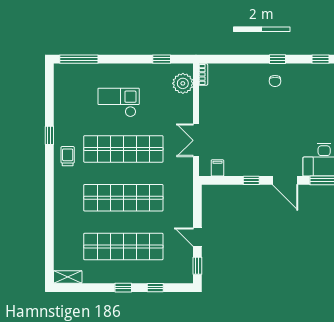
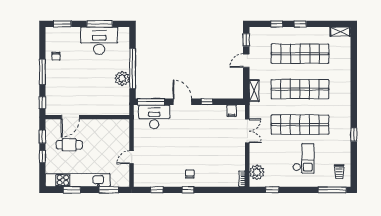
checkout: (119, 102) -> (303, 158), turned -90
trolley: (68, 156) -> (339, 172), moved
shelving: (186, 196) -> (254, 91), added
door: (197, 237) -> (246, 61), swing flipped

